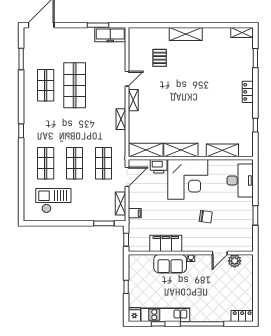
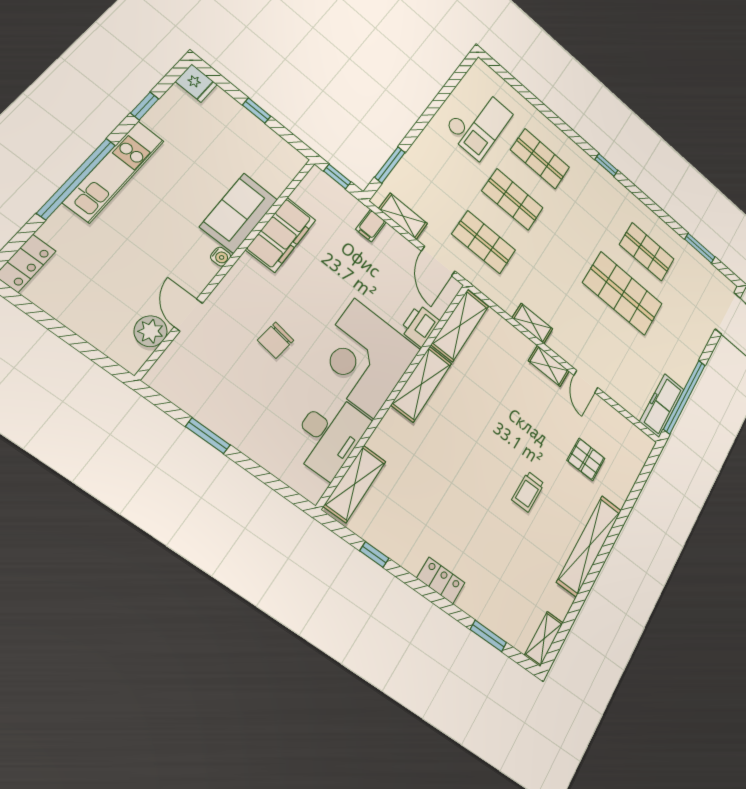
window: (98, 25) -> (685, 397), width x2.11
shelving: (186, 34) -> (589, 546), width x1.47
trolley: (191, 76) -> (528, 492), added
shelving: (222, 150) -> (355, 484), moved
desk: (240, 180) -> (329, 435), moved, turned -90
kitchen unit: (165, 315) -> (114, 171), moved

